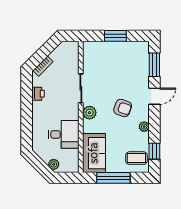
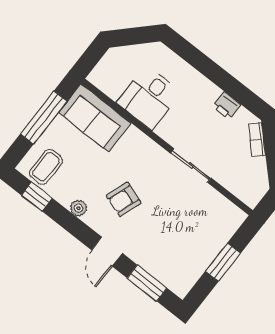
plant: (90, 113) -> (151, 152), removed
plant: (54, 164) -> (121, 55), removed

